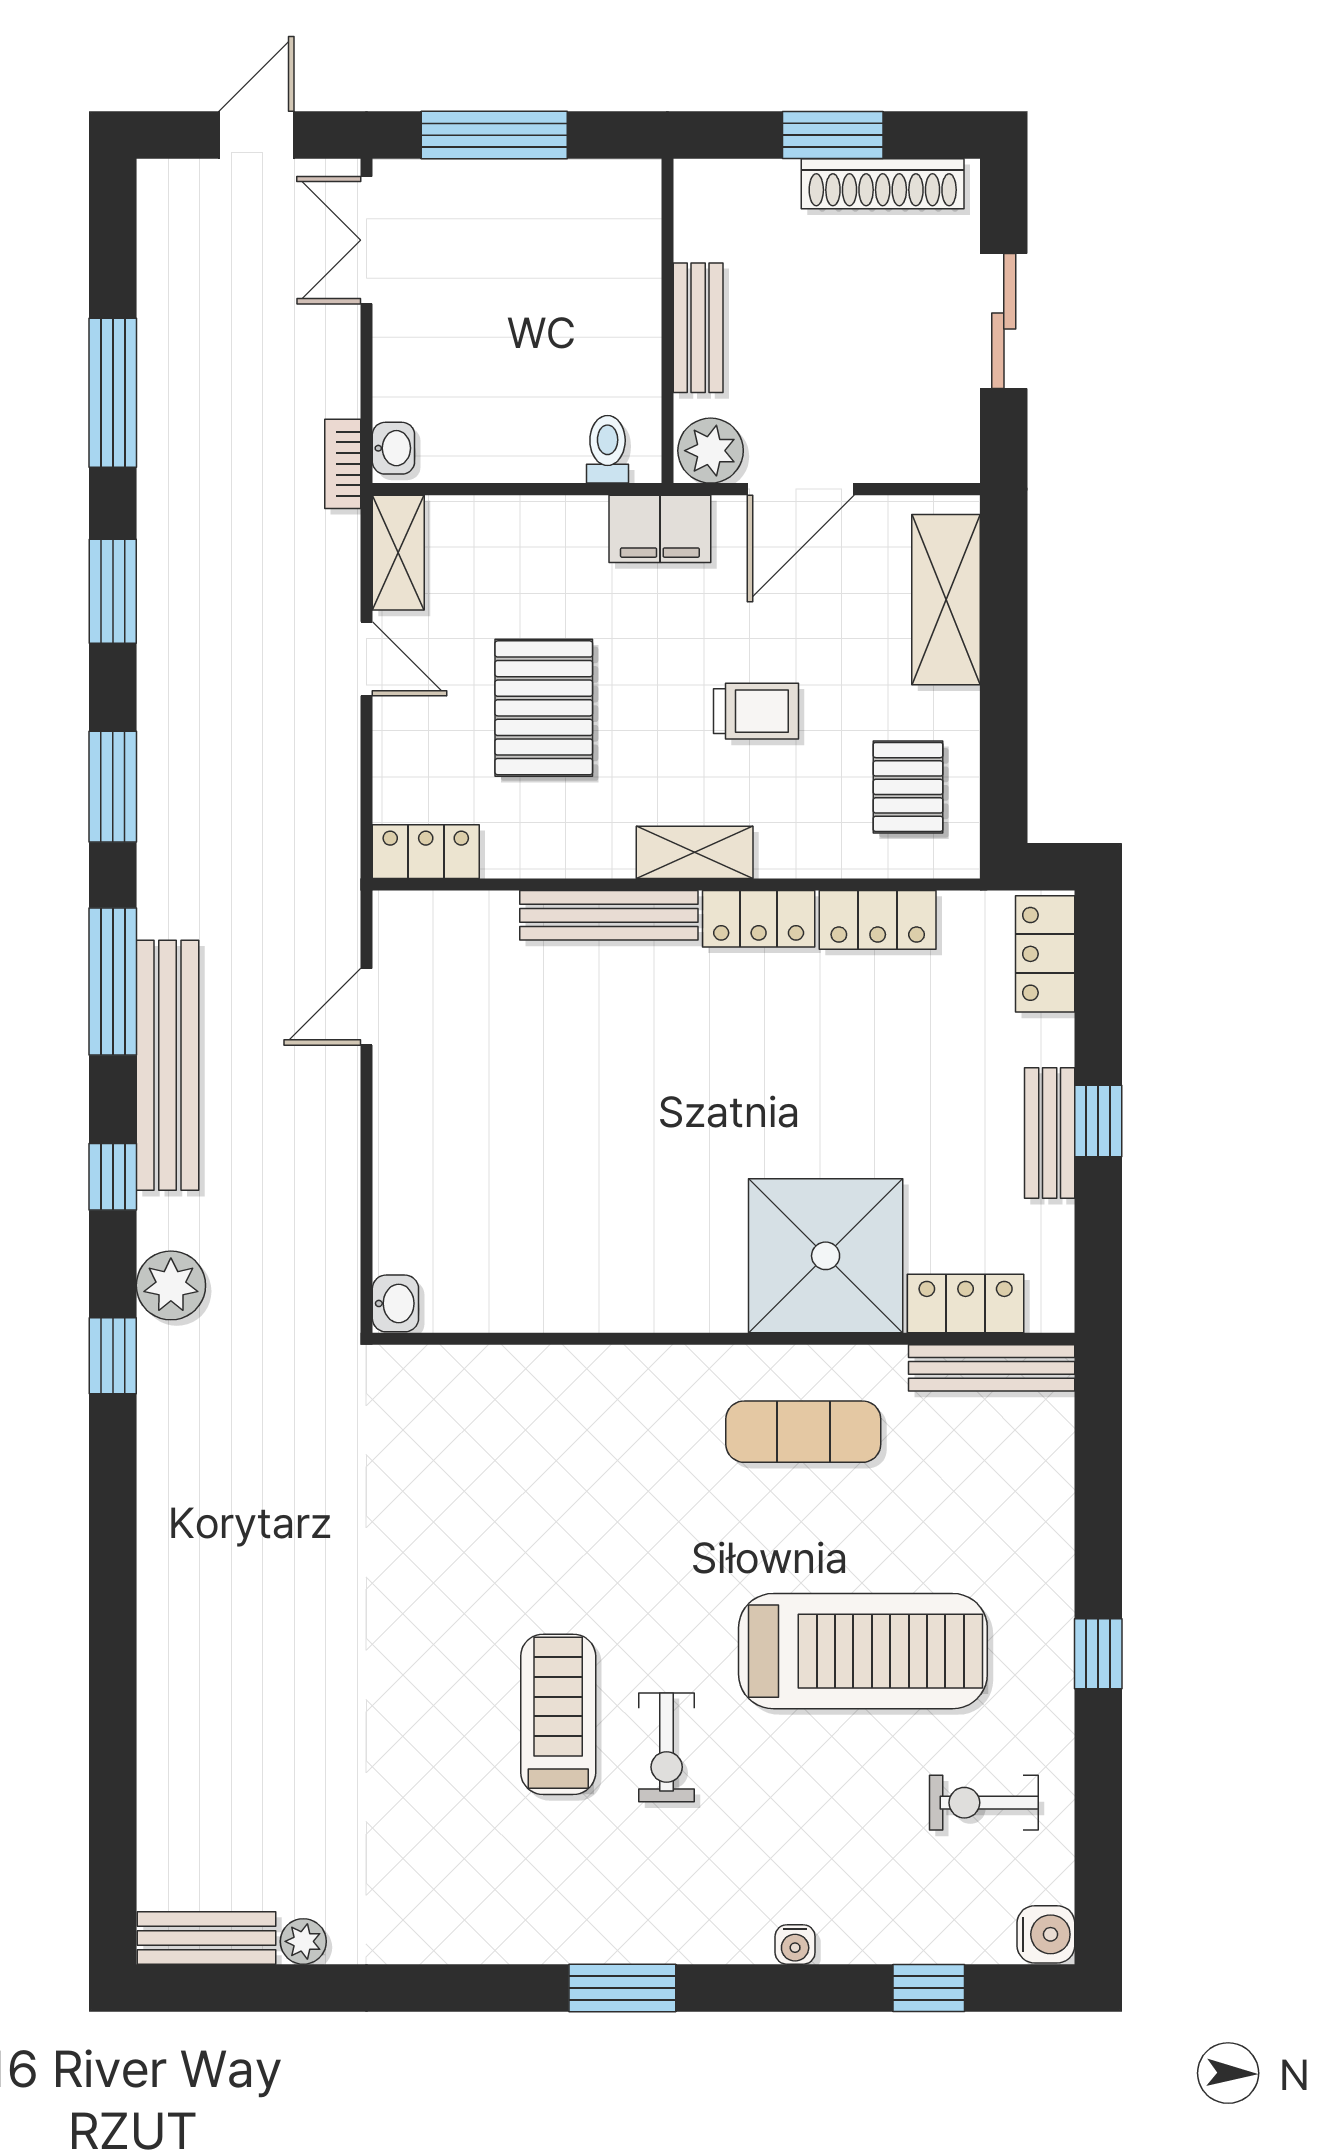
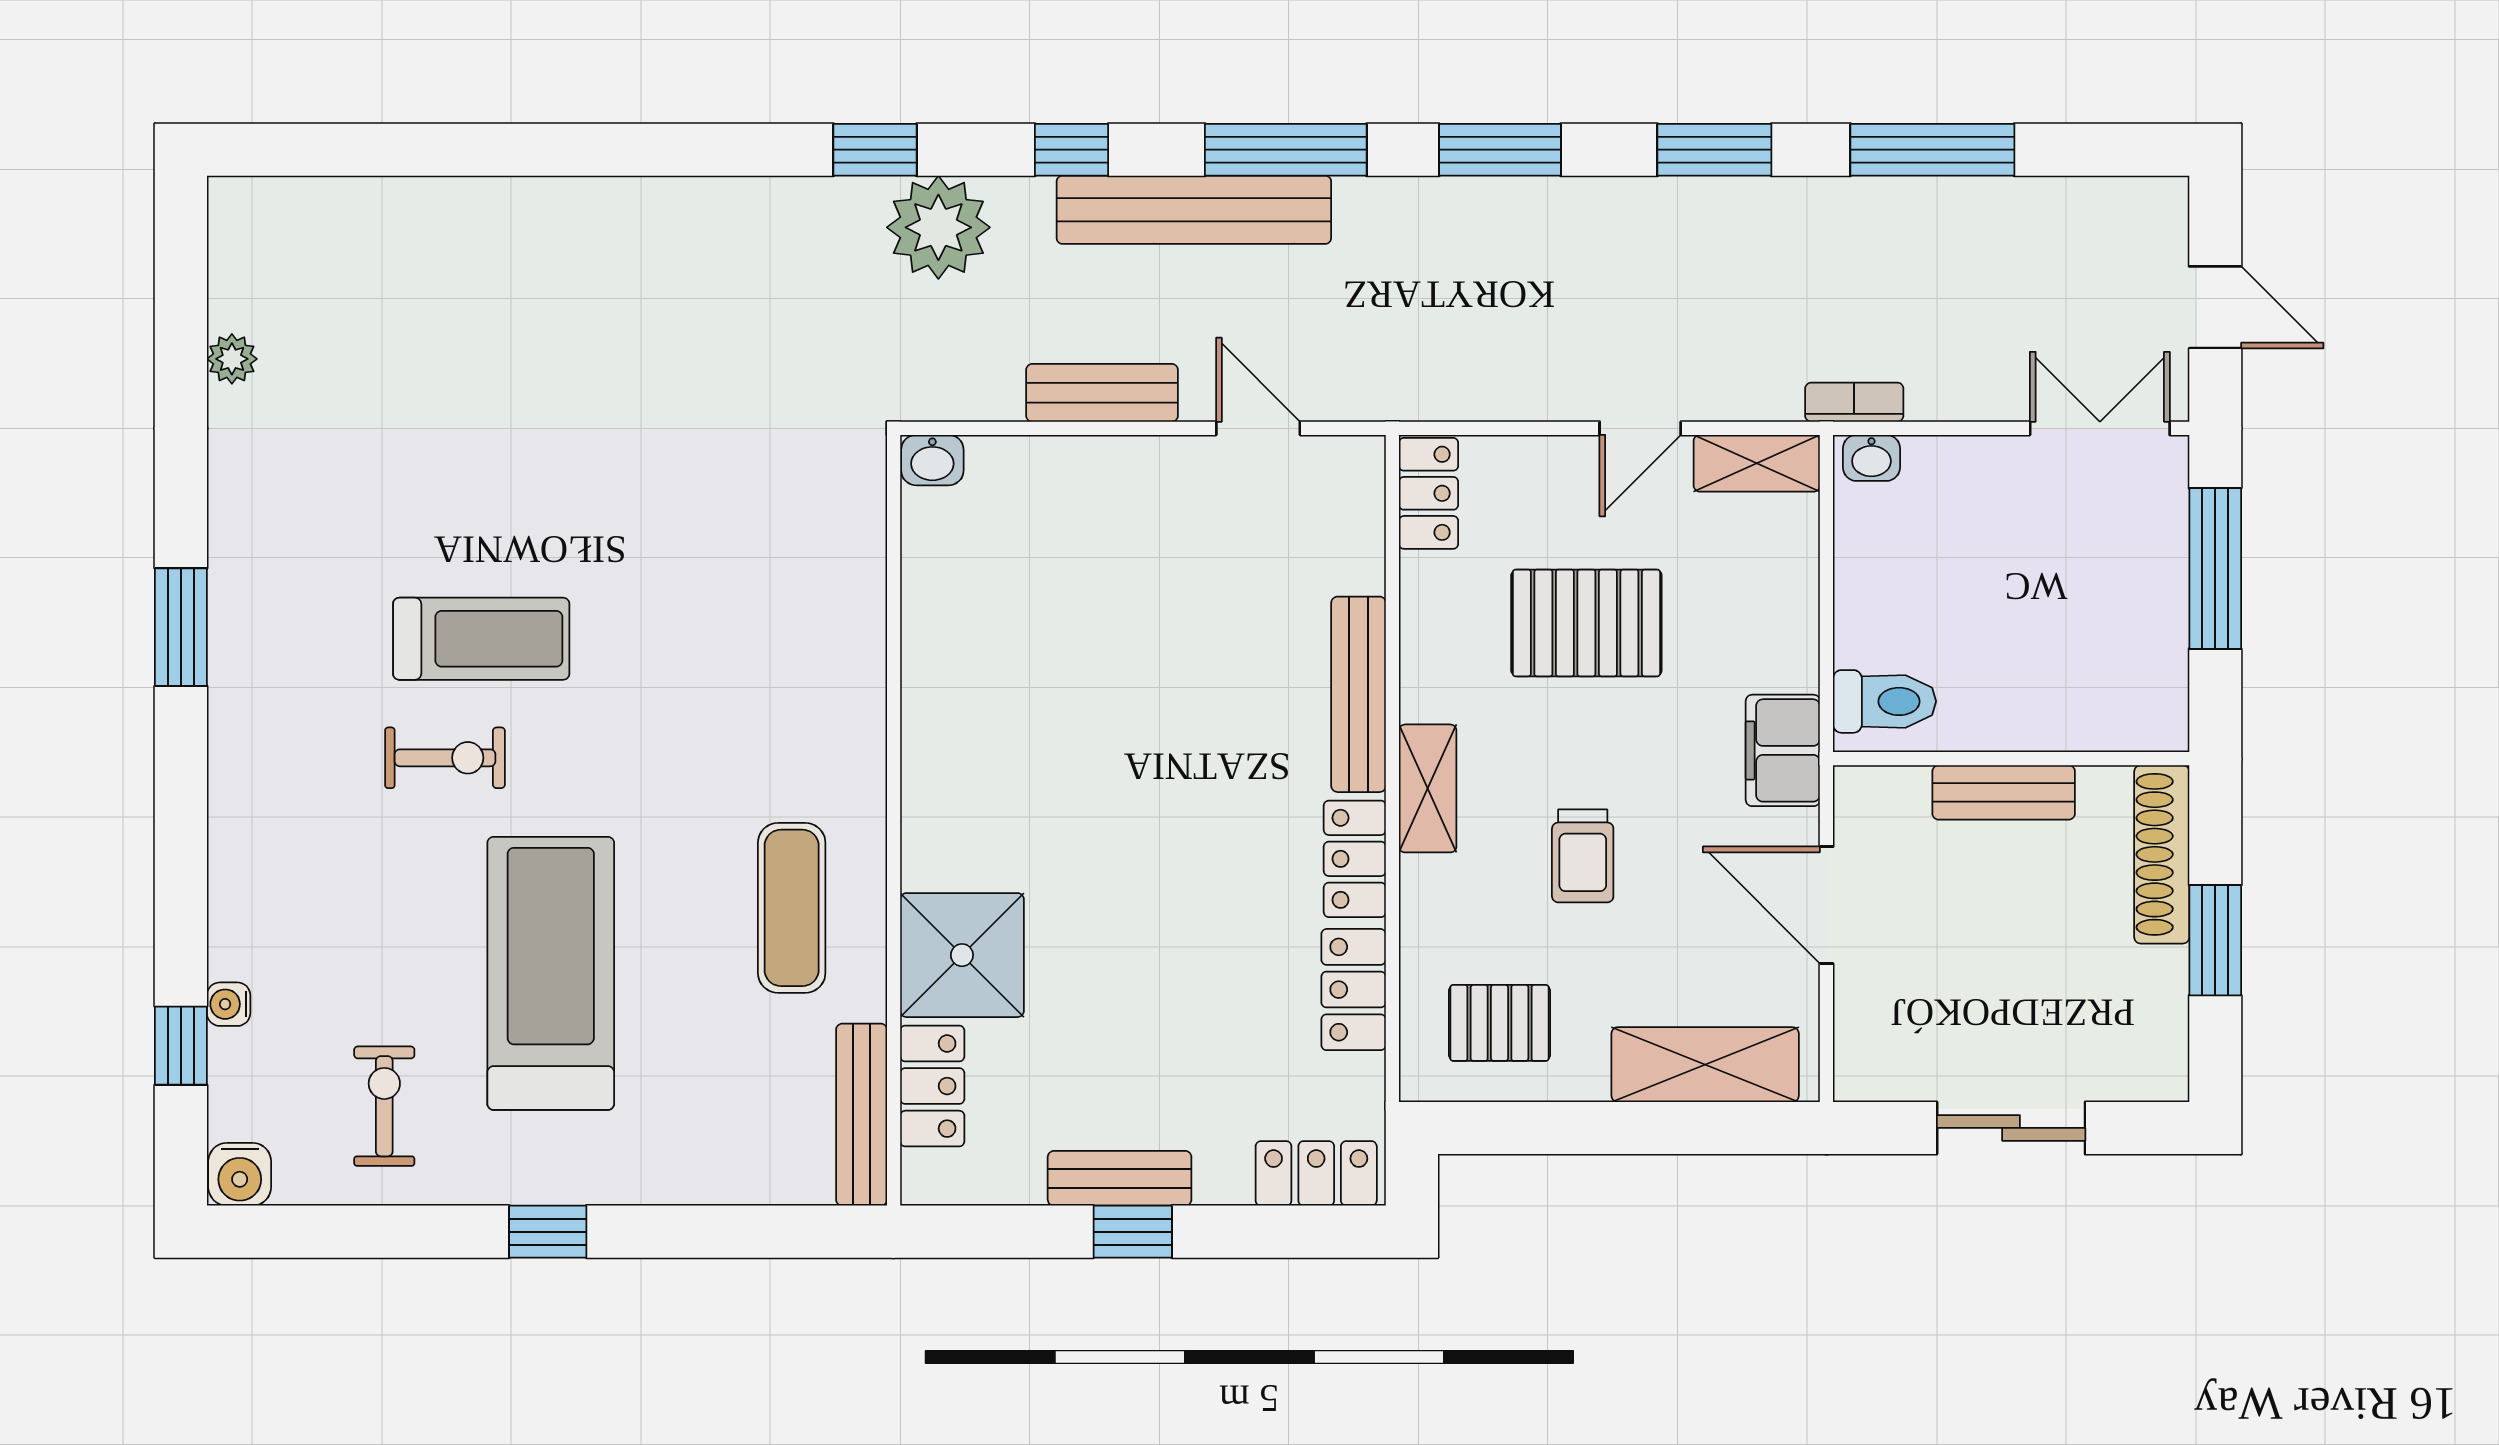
shoe rack: (883, 184) -> (2162, 854), moved
toilet: (608, 449) -> (1885, 701), width x1.37, depth x1.39
plant: (711, 451) -> (1869, 806), removed
shower: (826, 1256) -> (962, 955), width x0.73, depth x0.73
plant: (171, 1285) -> (938, 227), width x1.36, depth x1.36
treadmill: (863, 1651) -> (551, 973), turned 180
exercise bike: (667, 1747) -> (445, 758), turned 180
bench: (207, 1938) -> (1102, 393), moved, turned 90
water cooler: (795, 1944) -> (229, 1004), moved
window: (622, 1988) -> (181, 627), moved

